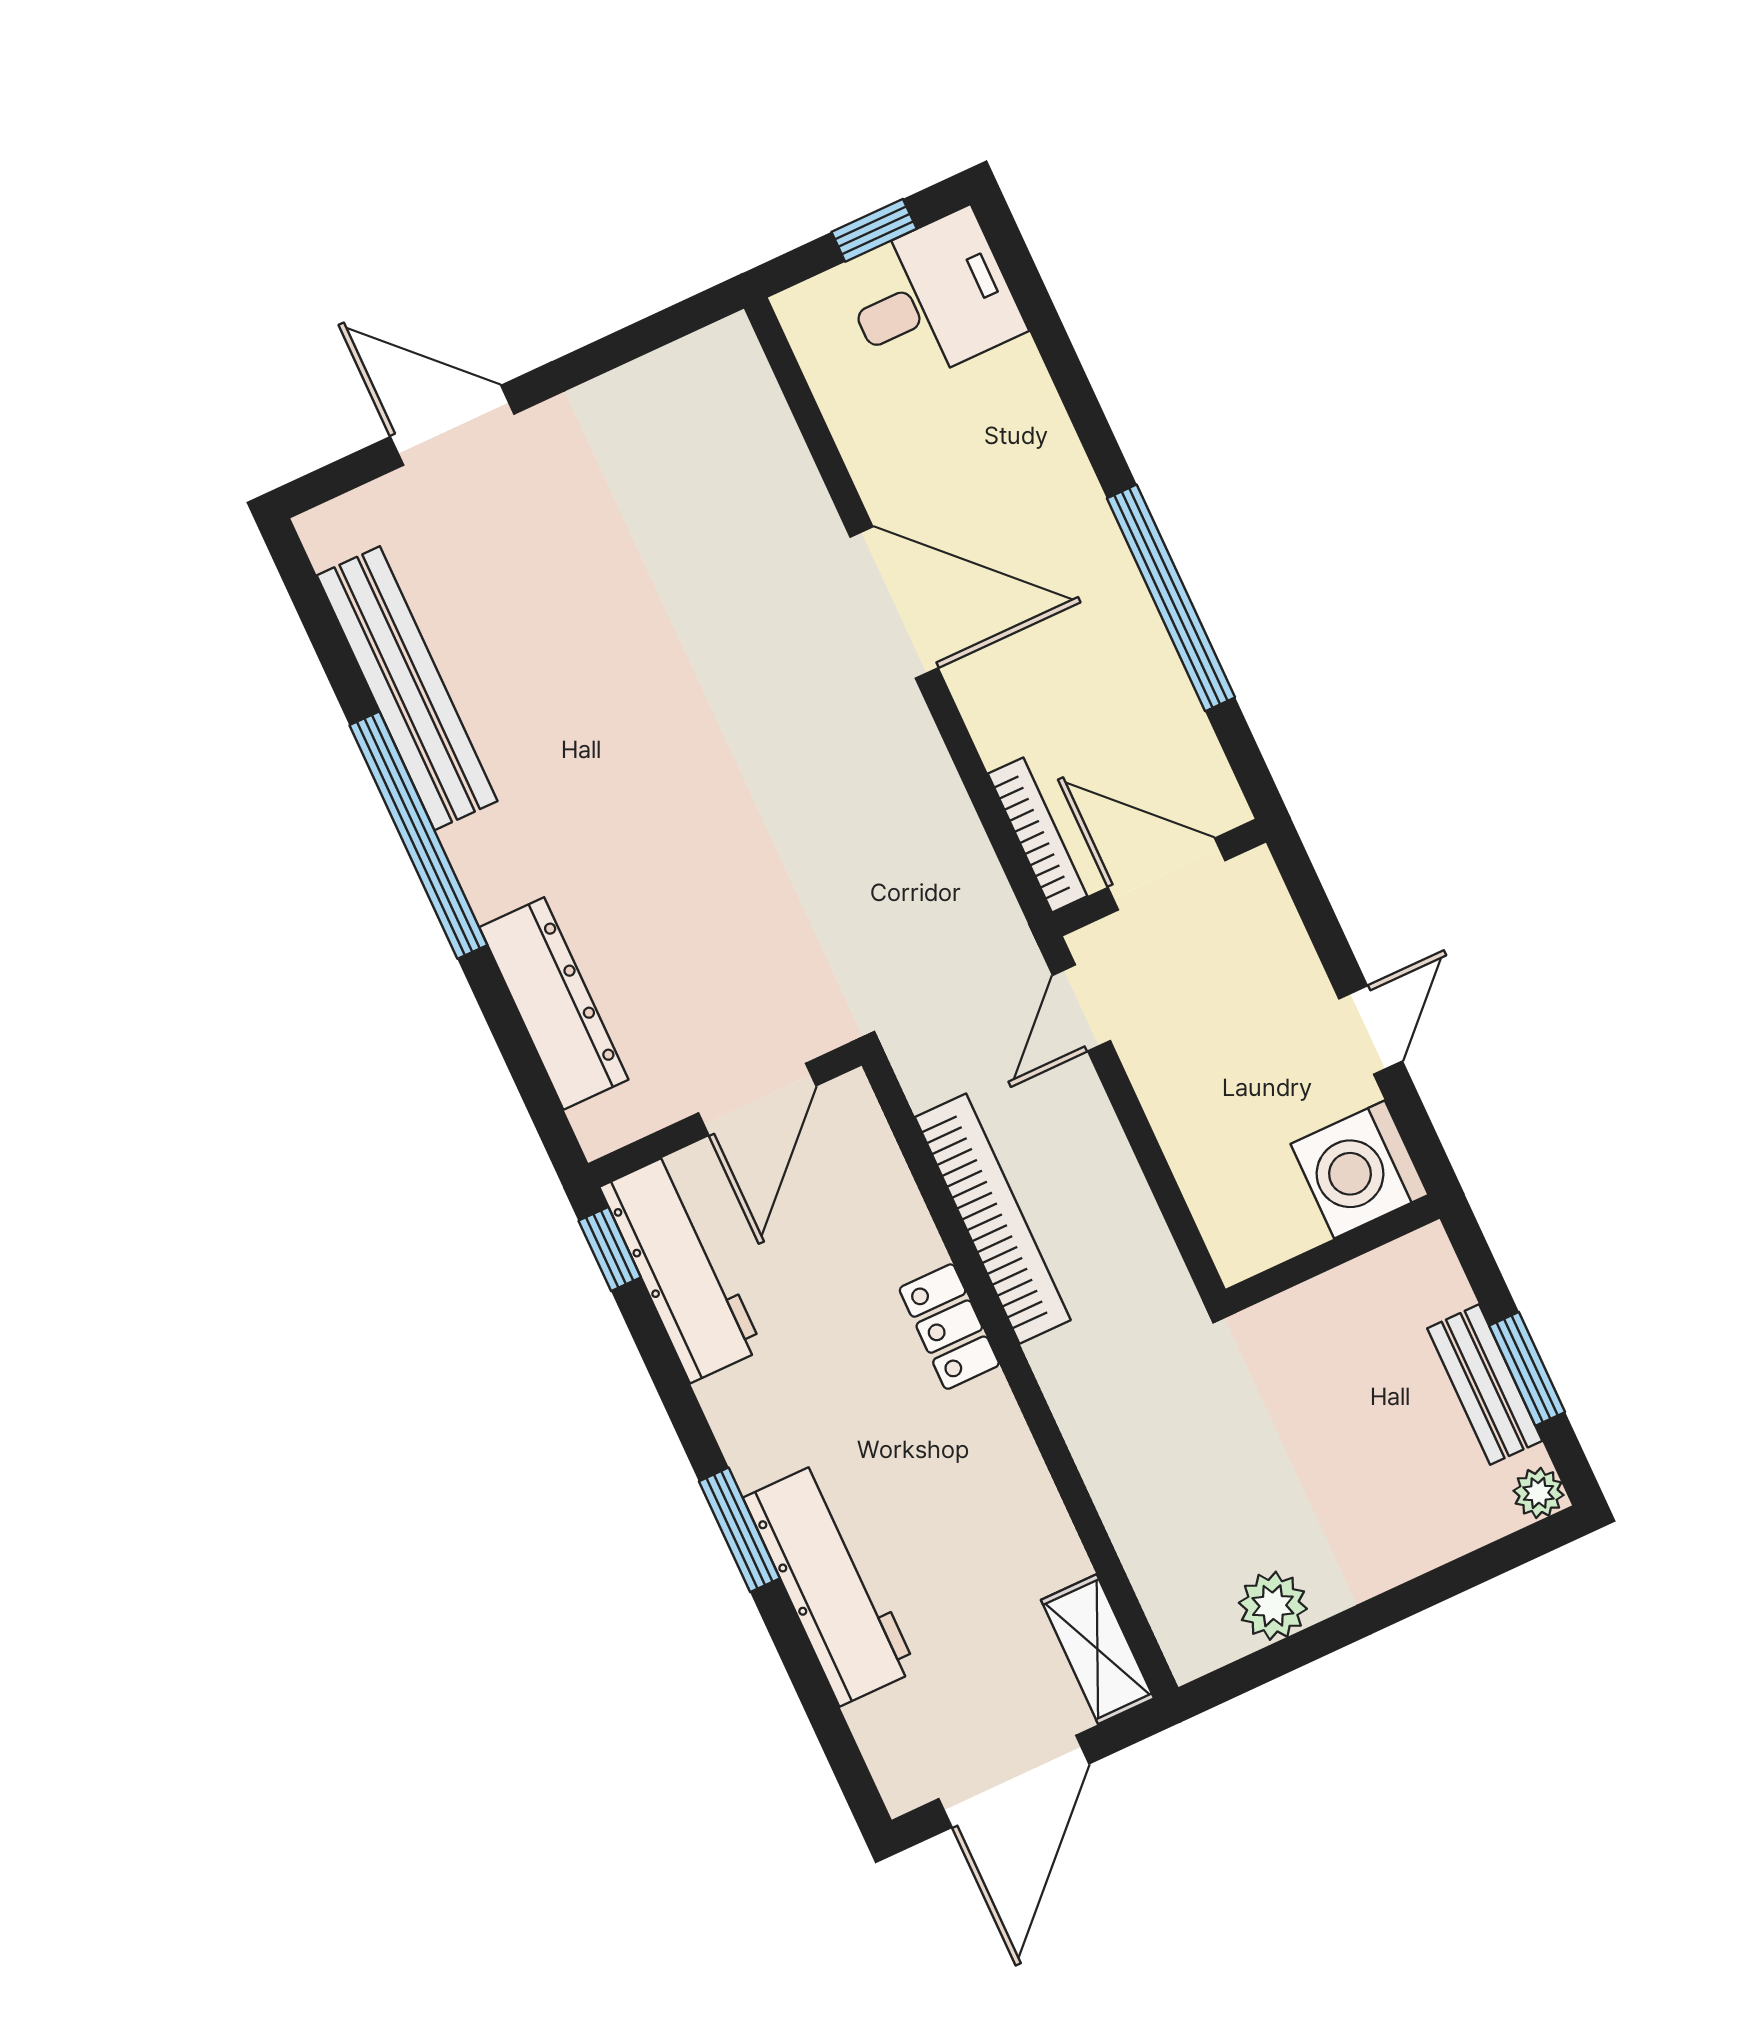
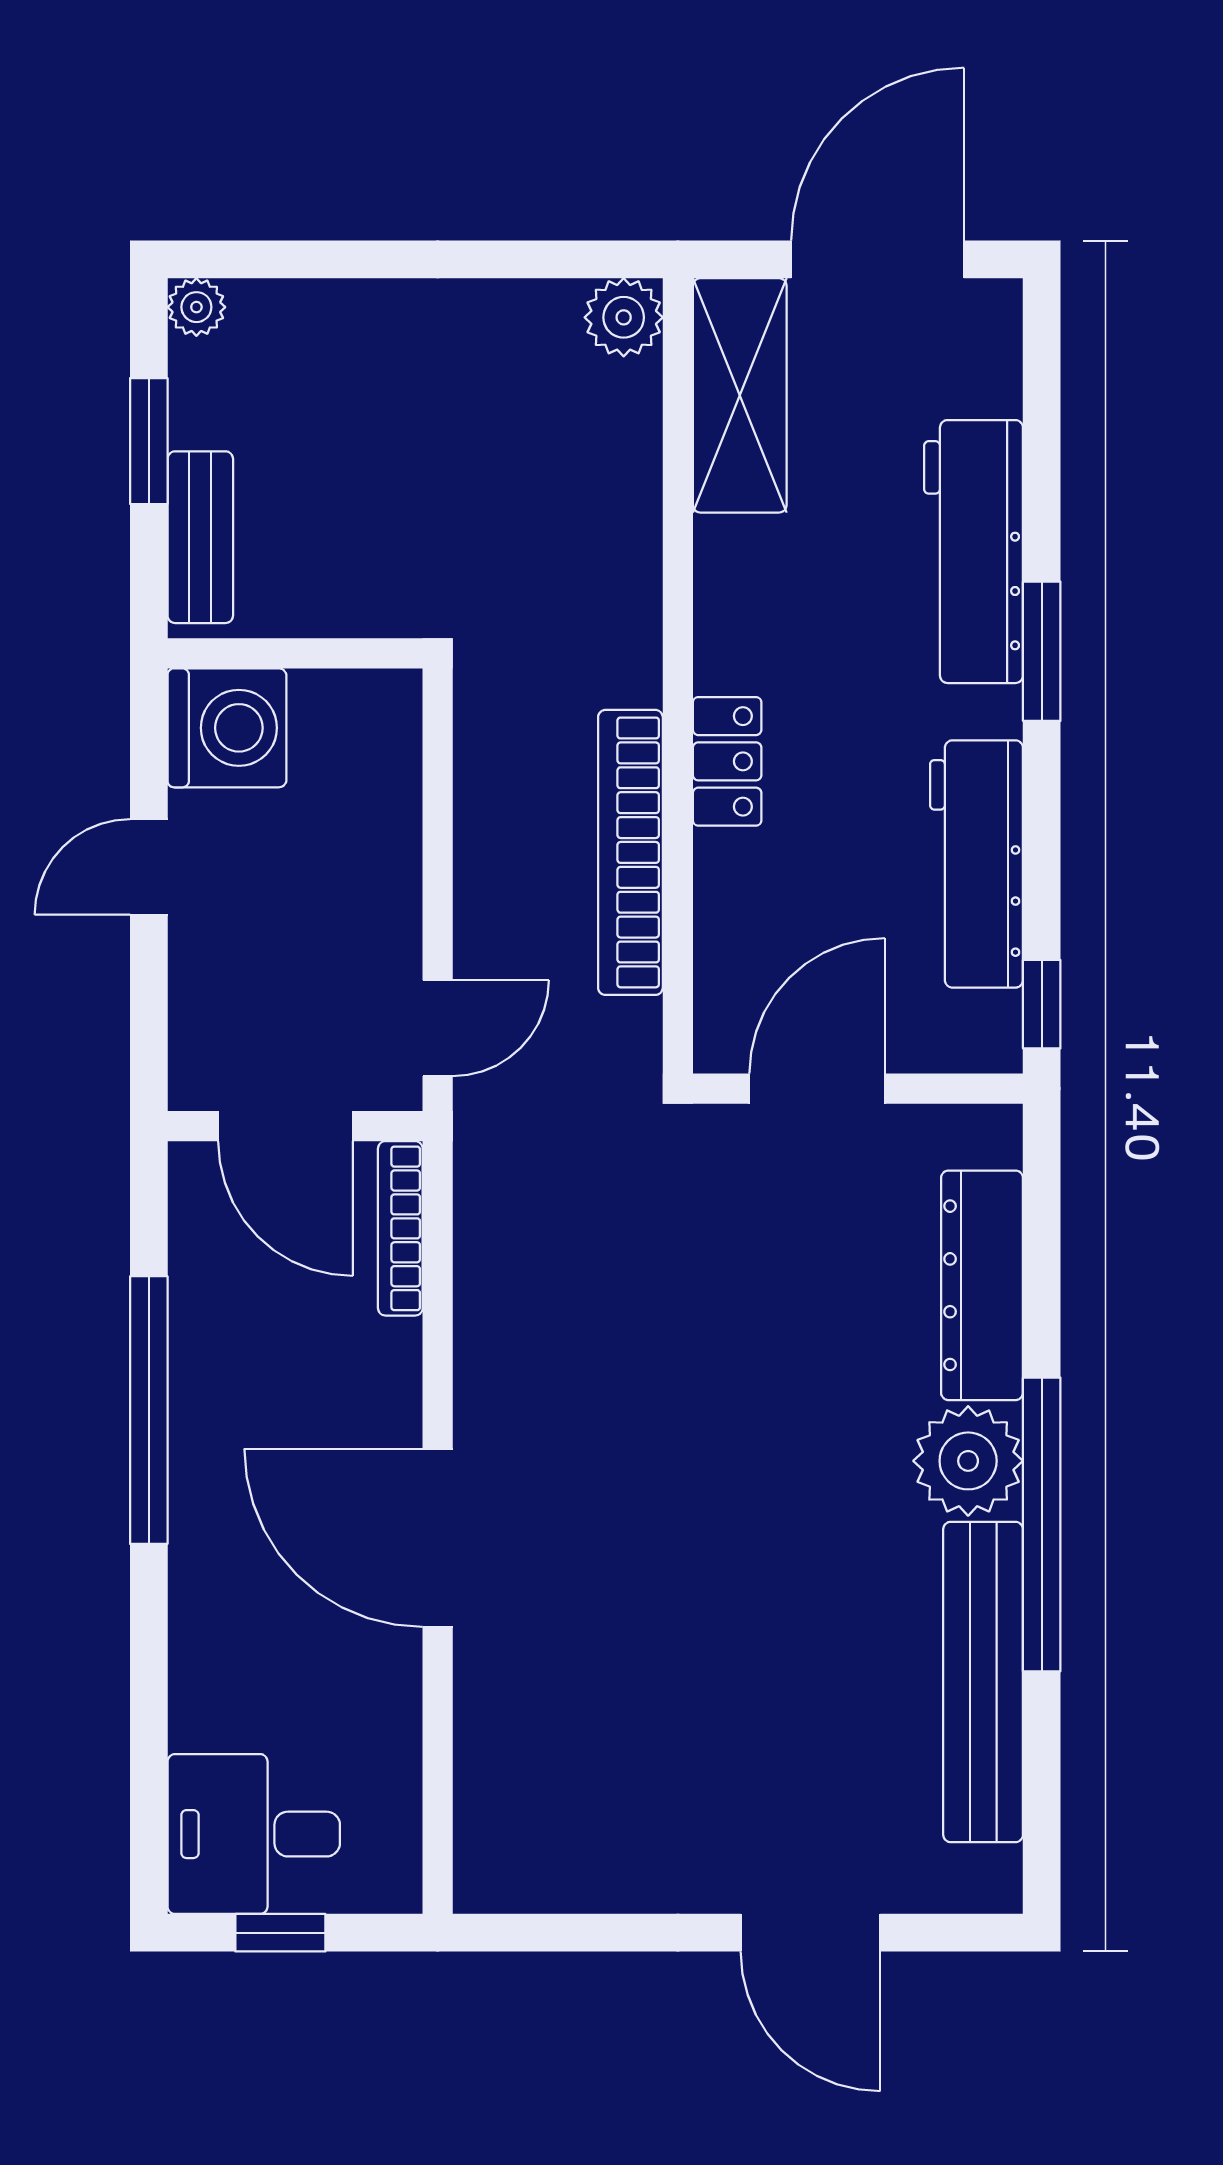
plant: (500, 859) -> (968, 1461), added
workbench: (681, 1268) -> (976, 864), moved
bench: (1485, 1385) -> (200, 537), moved
plant: (1273, 1606) -> (624, 317), moved
shelving: (1097, 1649) -> (740, 395), width x1.50, depth x1.33

